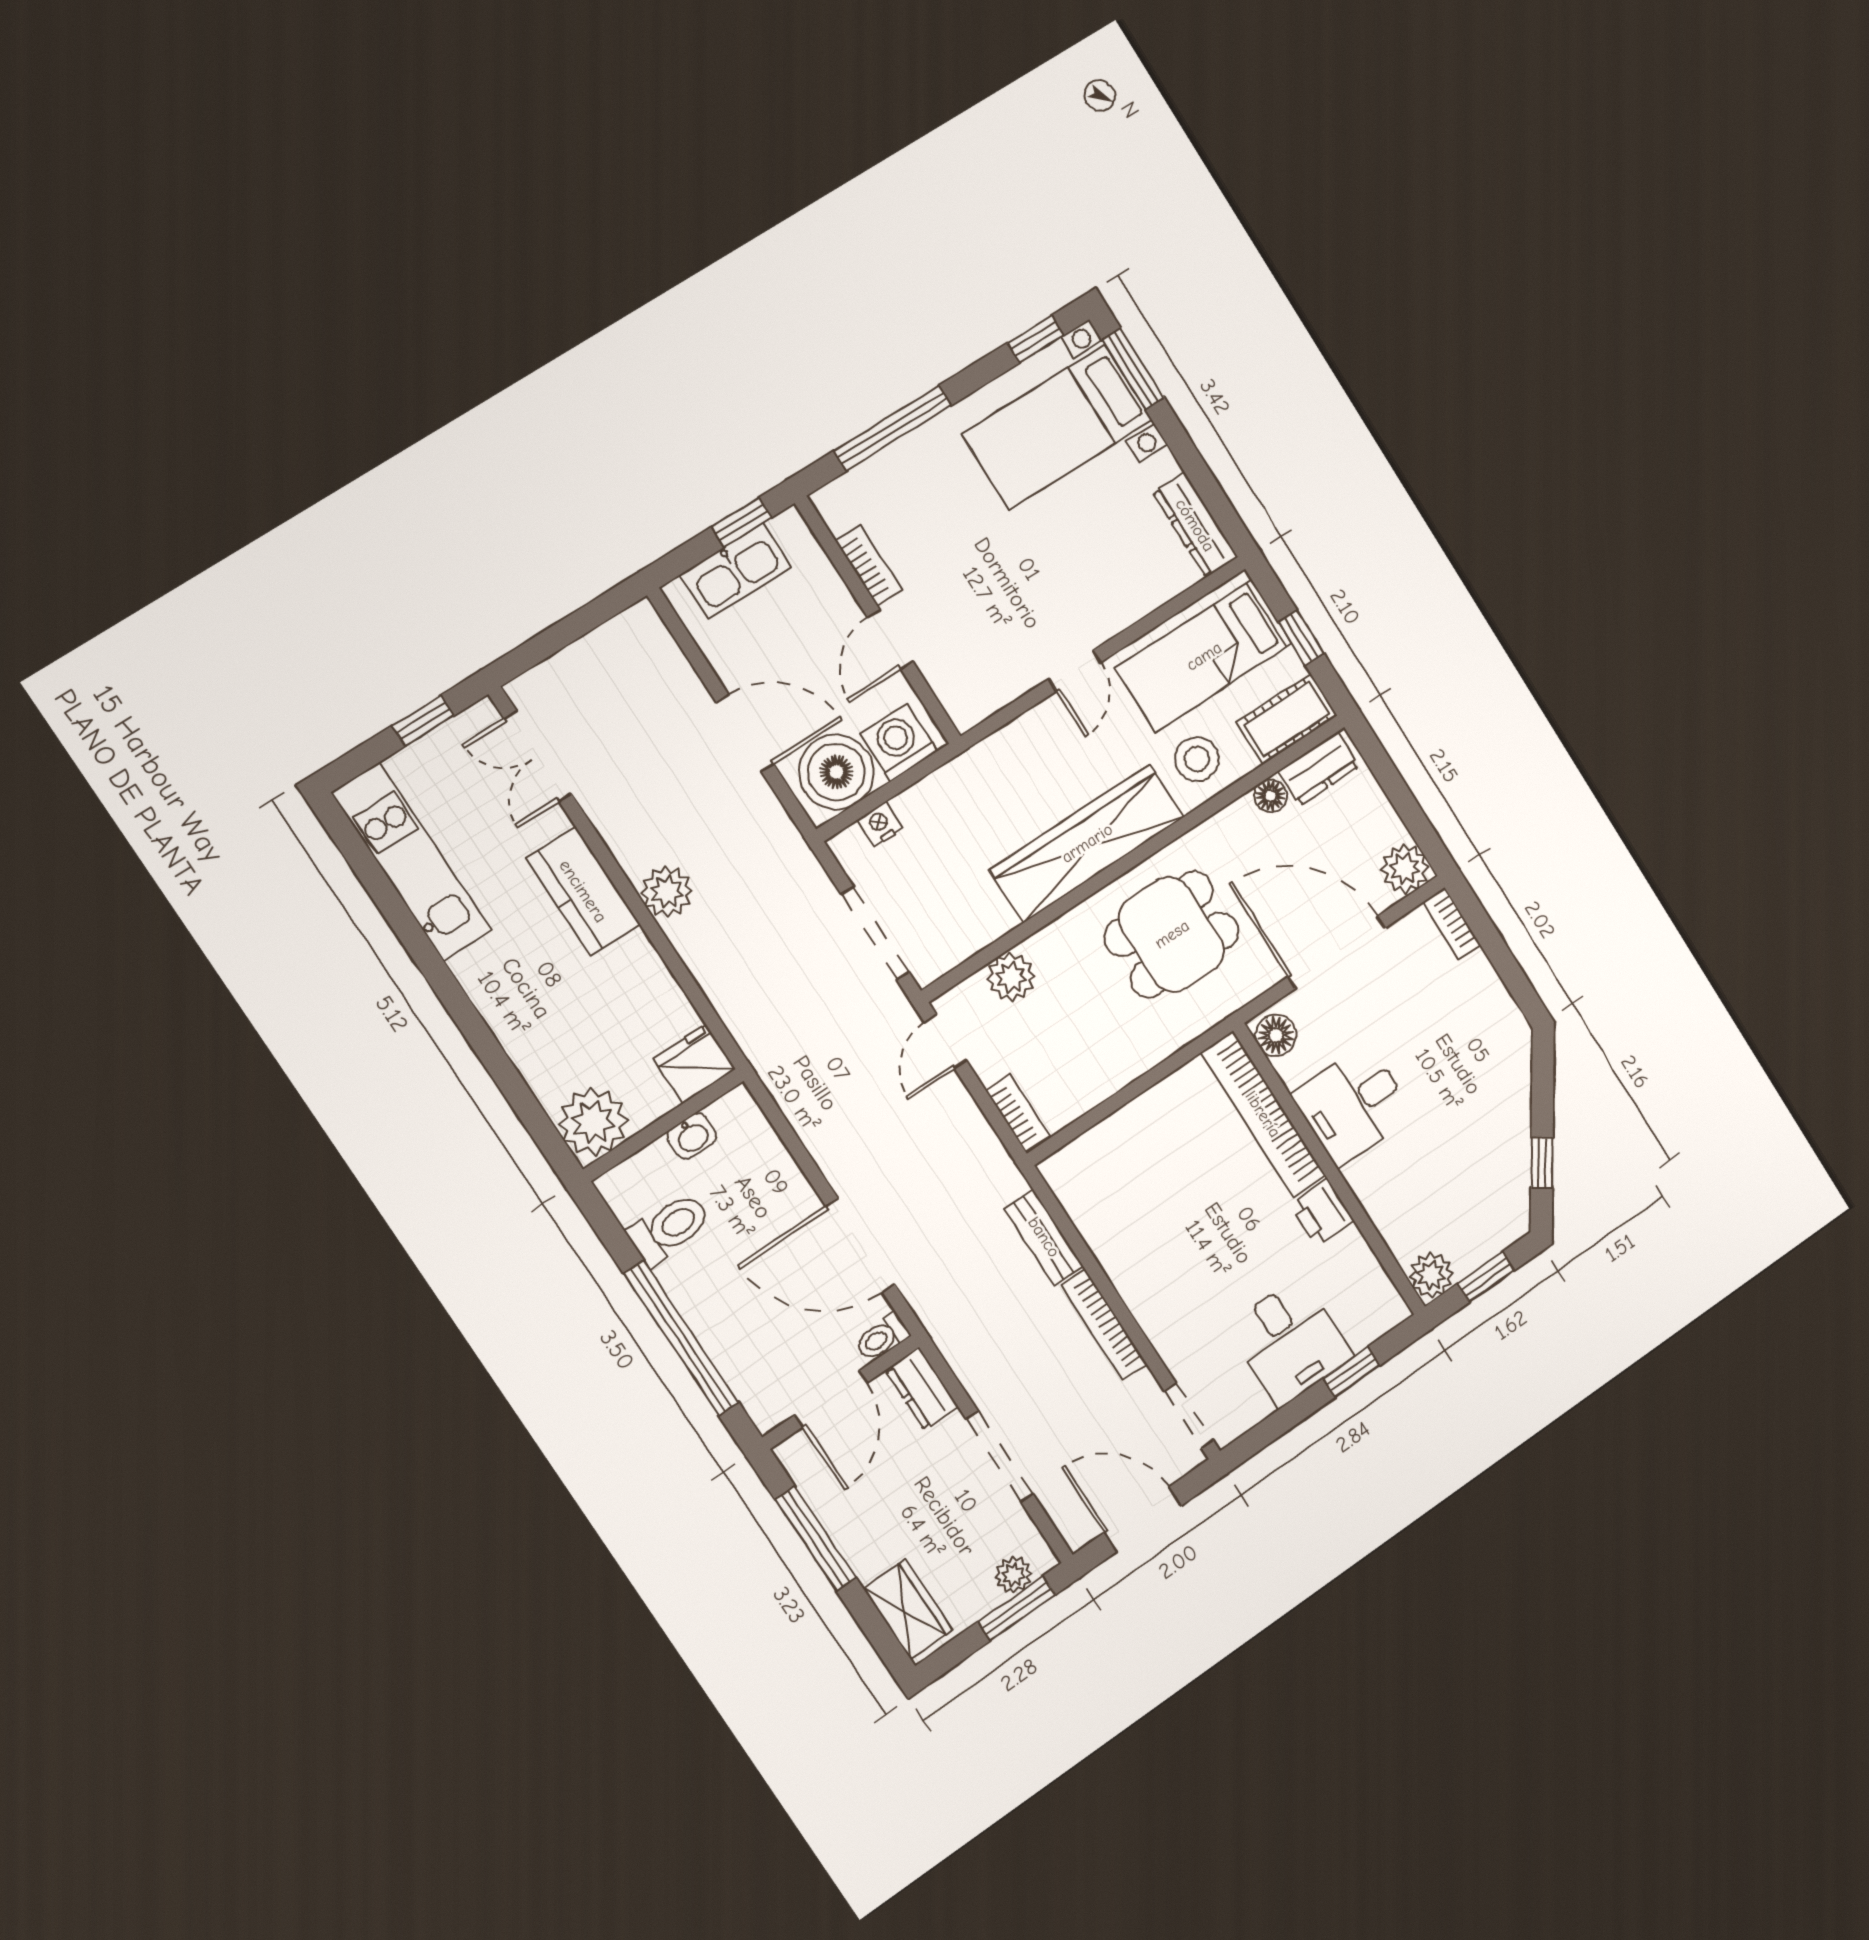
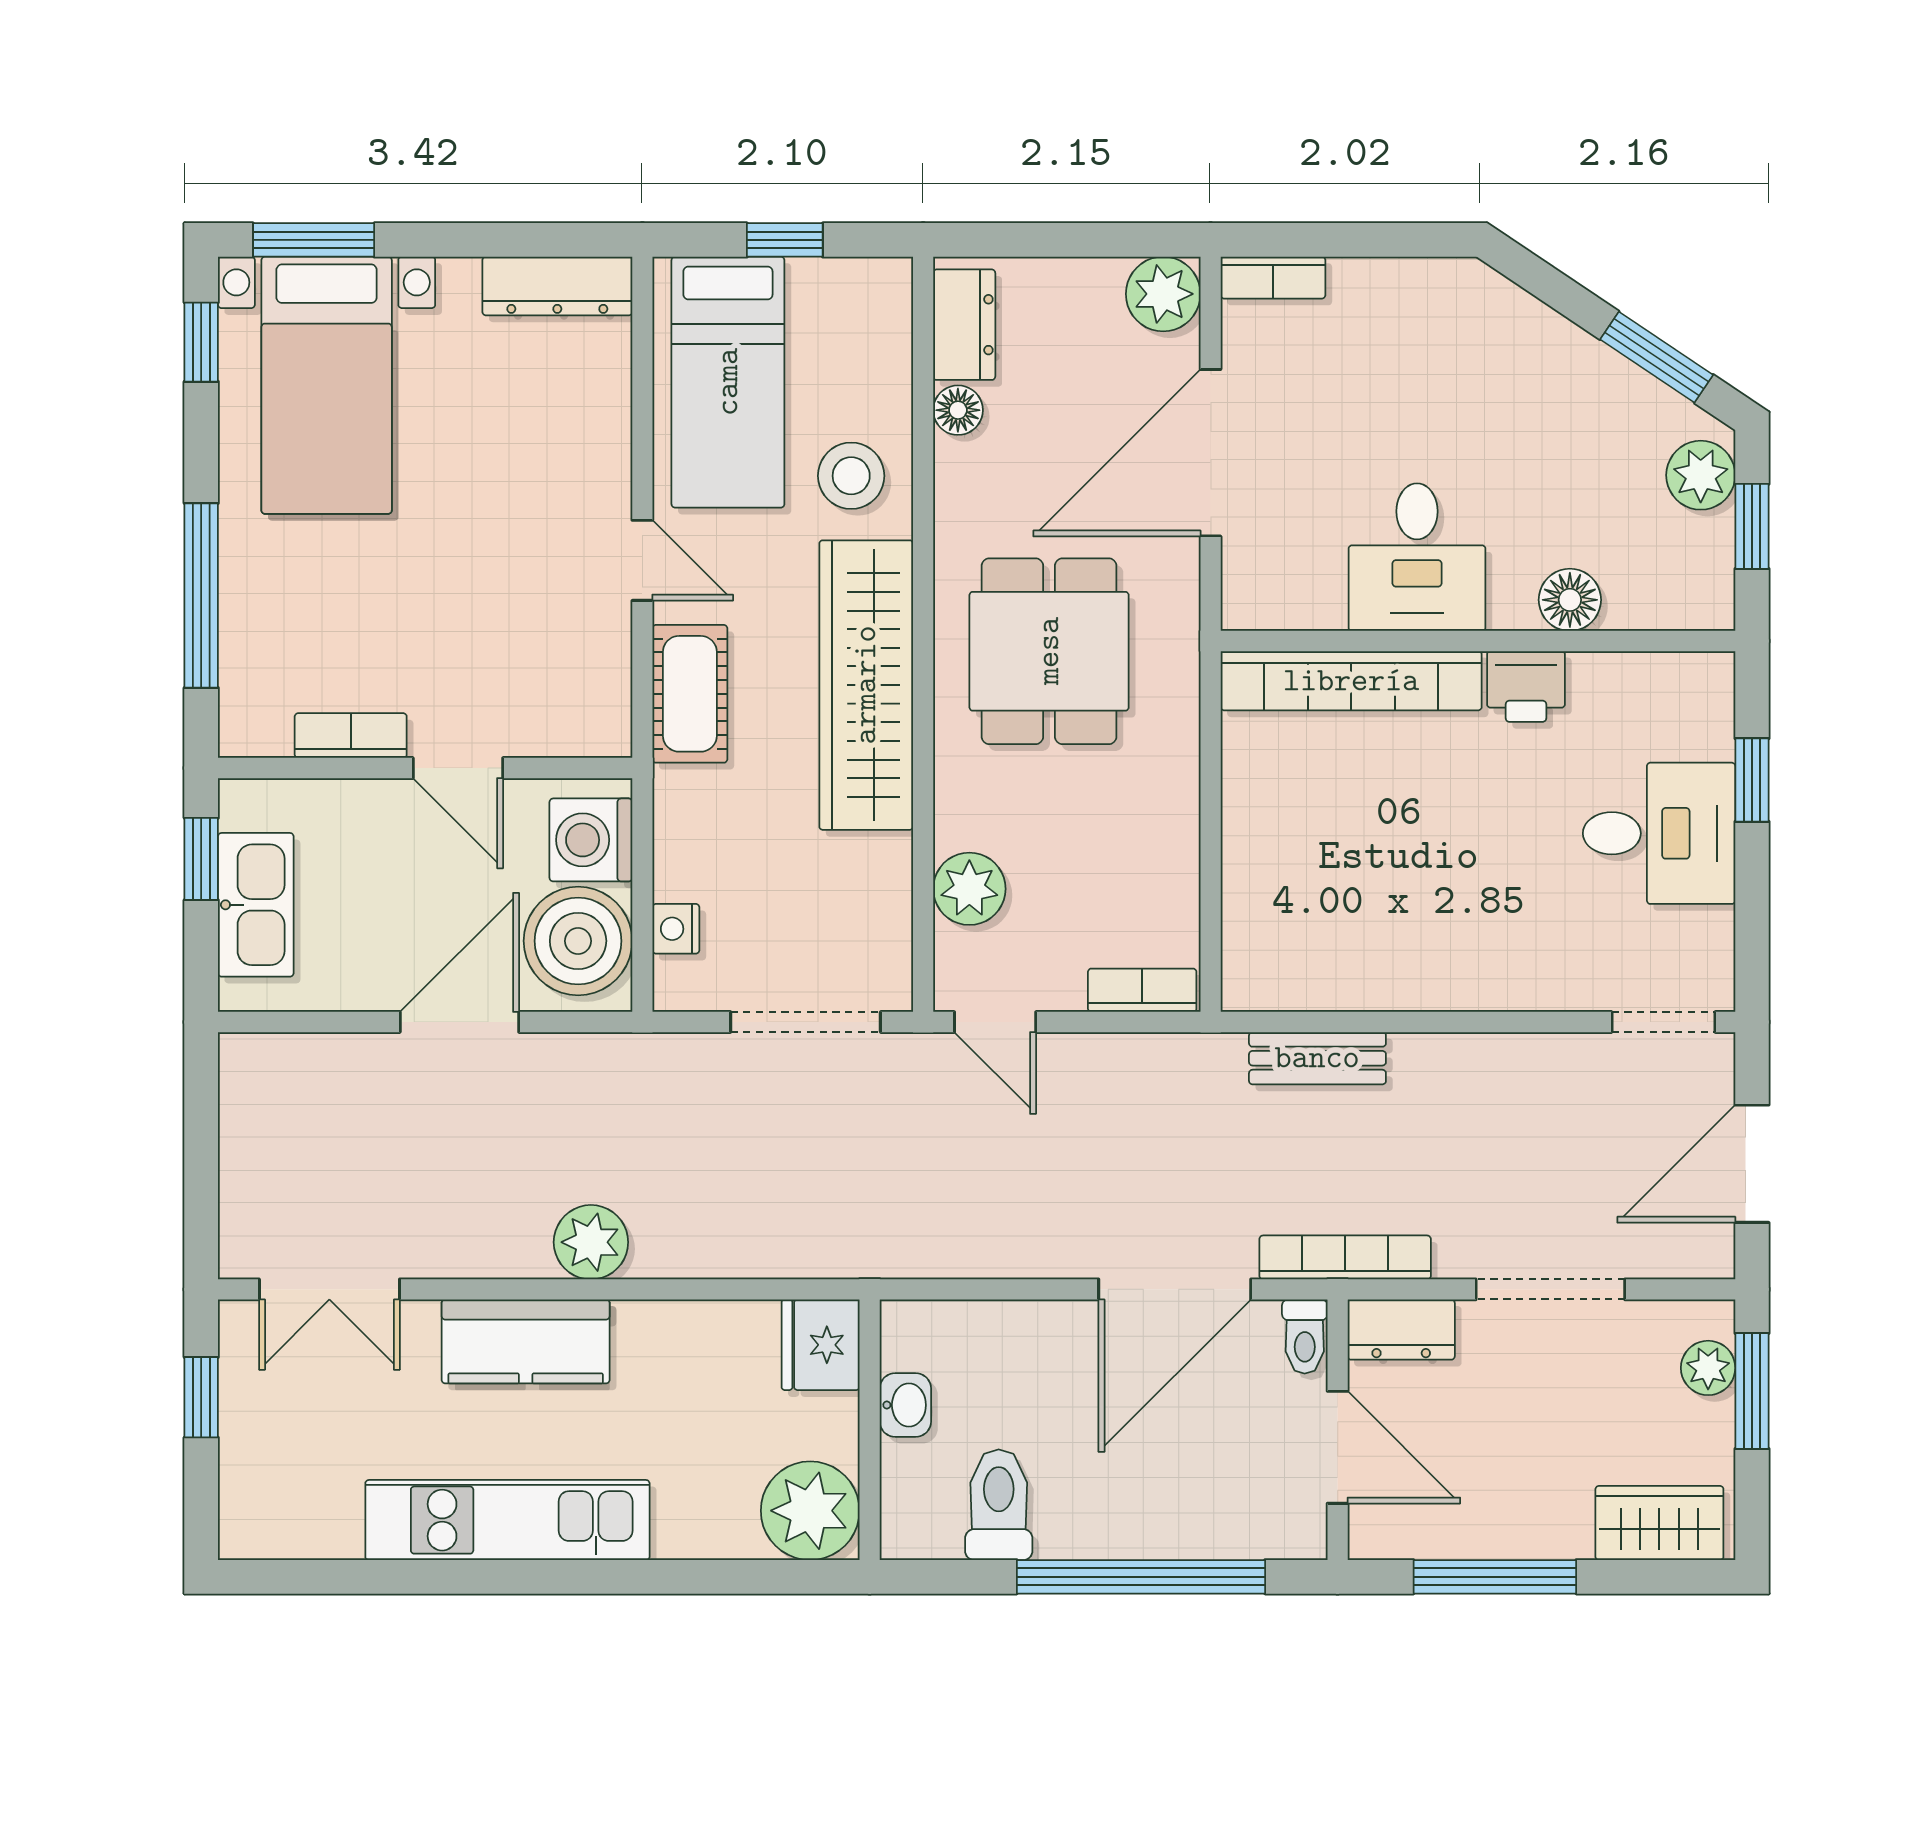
cot: (1287, 719) -> (690, 694), moved
kitchen unit: (411, 862) -> (507, 1520), moved
floor lamp: (1276, 1035) -> (1570, 600), moved
window: (1542, 1163) -> (1657, 357), width x1.50
plant: (1431, 1275) -> (1701, 475), moved
bookcase: (1104, 1325) -> (1345, 1257), moved, turned 180

